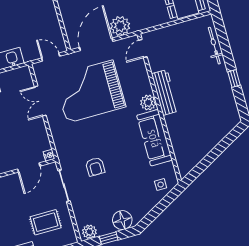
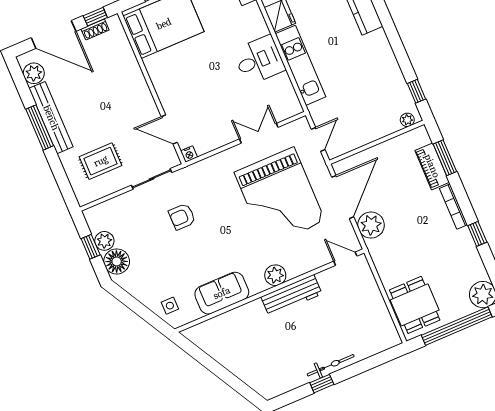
door: (96, 44) -> (343, 197), hinge flipped
bicycle: (214, 46) -> (331, 365), moved
grand piano: (90, 92) -> (280, 197), turned 180
sofa: (155, 138) -> (222, 293), width x0.73
rug: (46, 222) -> (101, 161), turned 90
plant: (89, 232) -> (104, 241), moved

